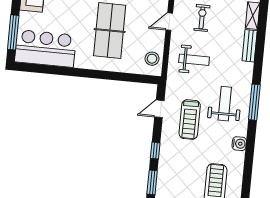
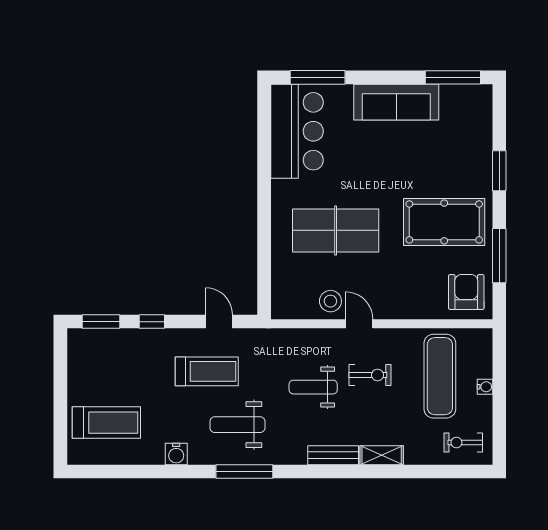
stool: (152, 59) -> (330, 301), moved
weight bench: (194, 60) -> (313, 387), moved, turned 90
weight bench: (225, 104) -> (237, 425), turned 180
treadmill: (190, 120) -> (207, 371), turned 180

